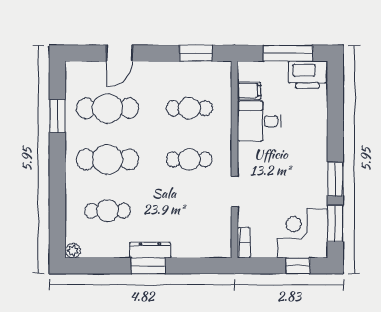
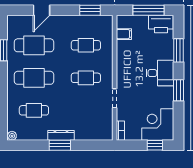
desk: (259, 121) -> (160, 73), moved, turned 180
window: (335, 224) -> (179, 50), moved

